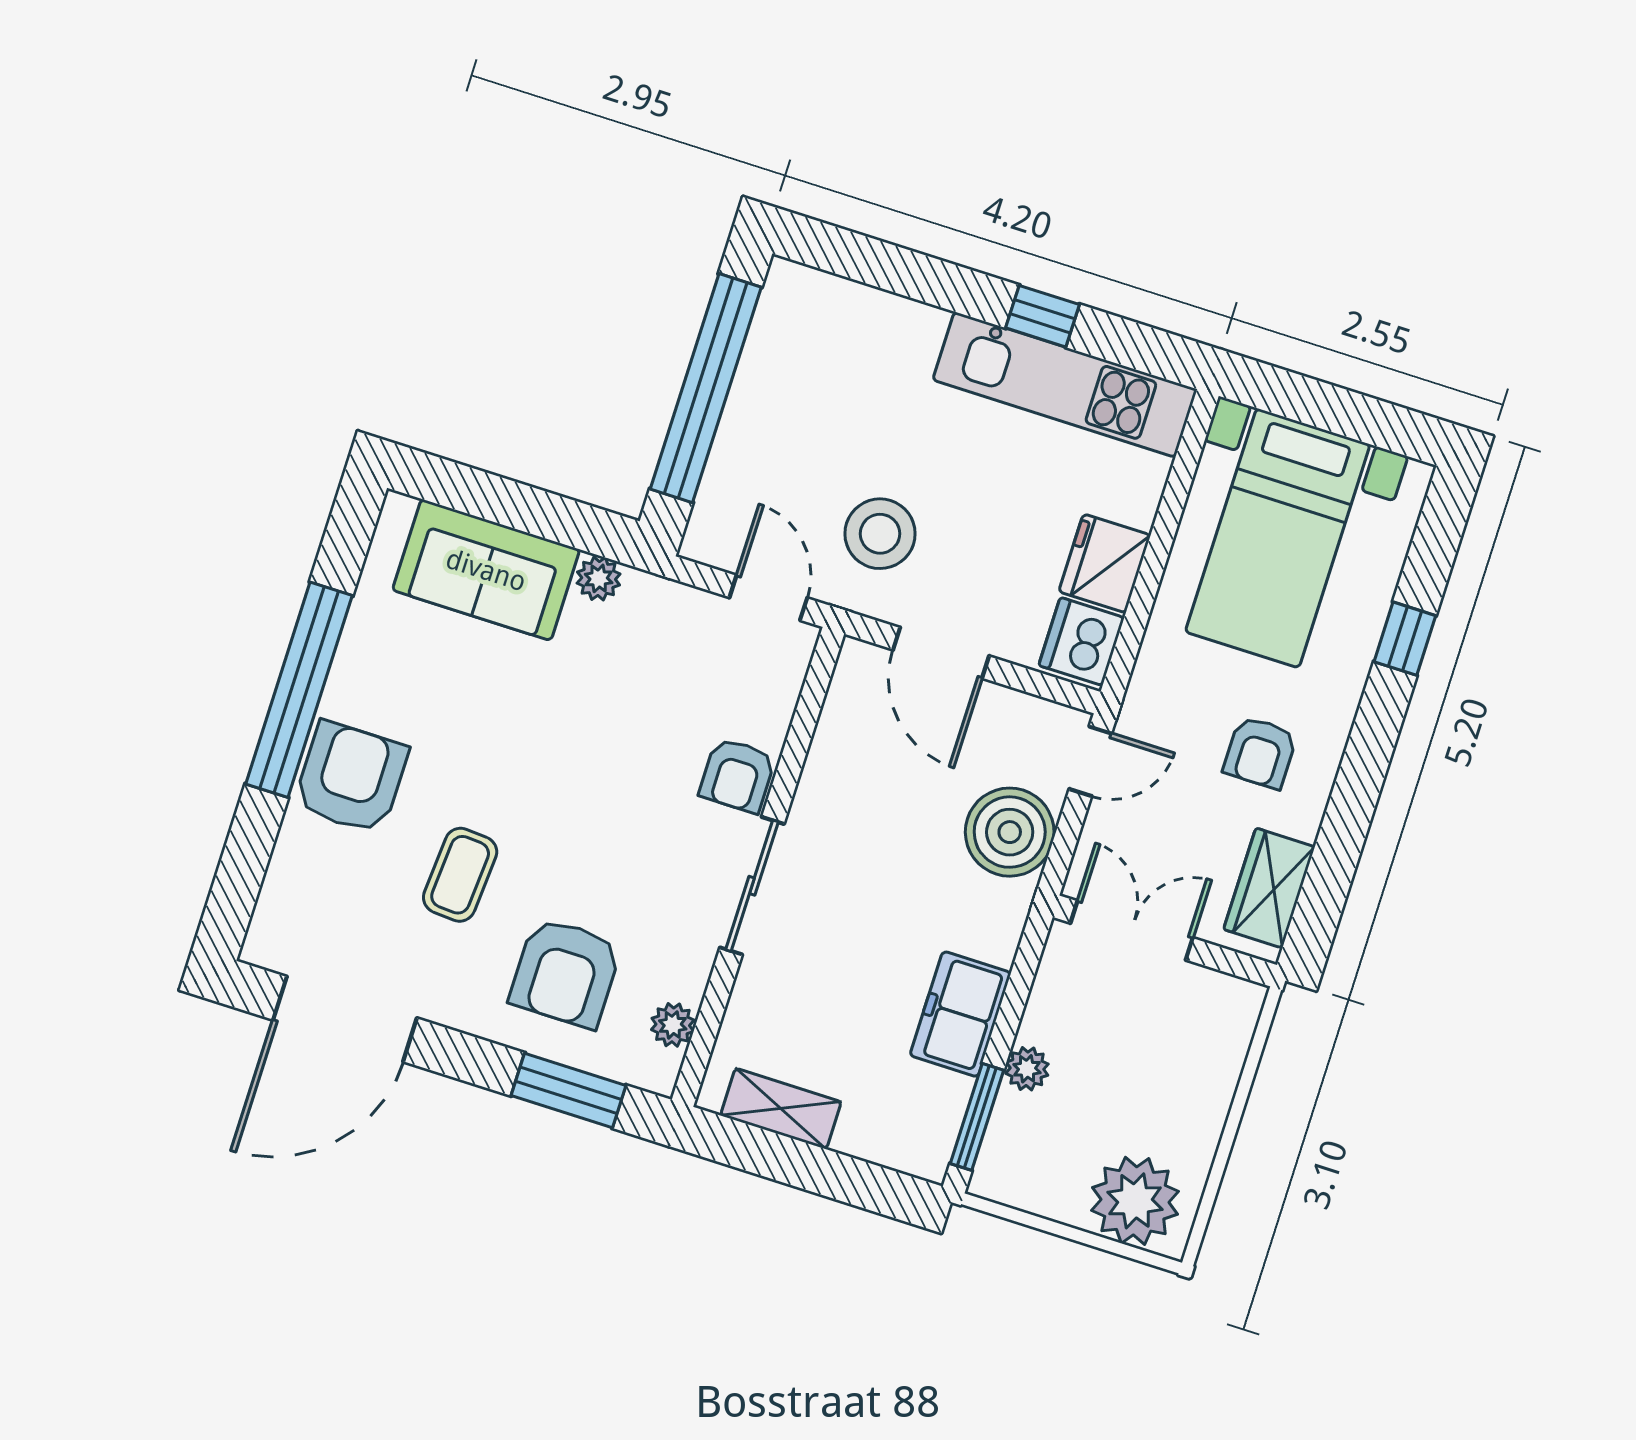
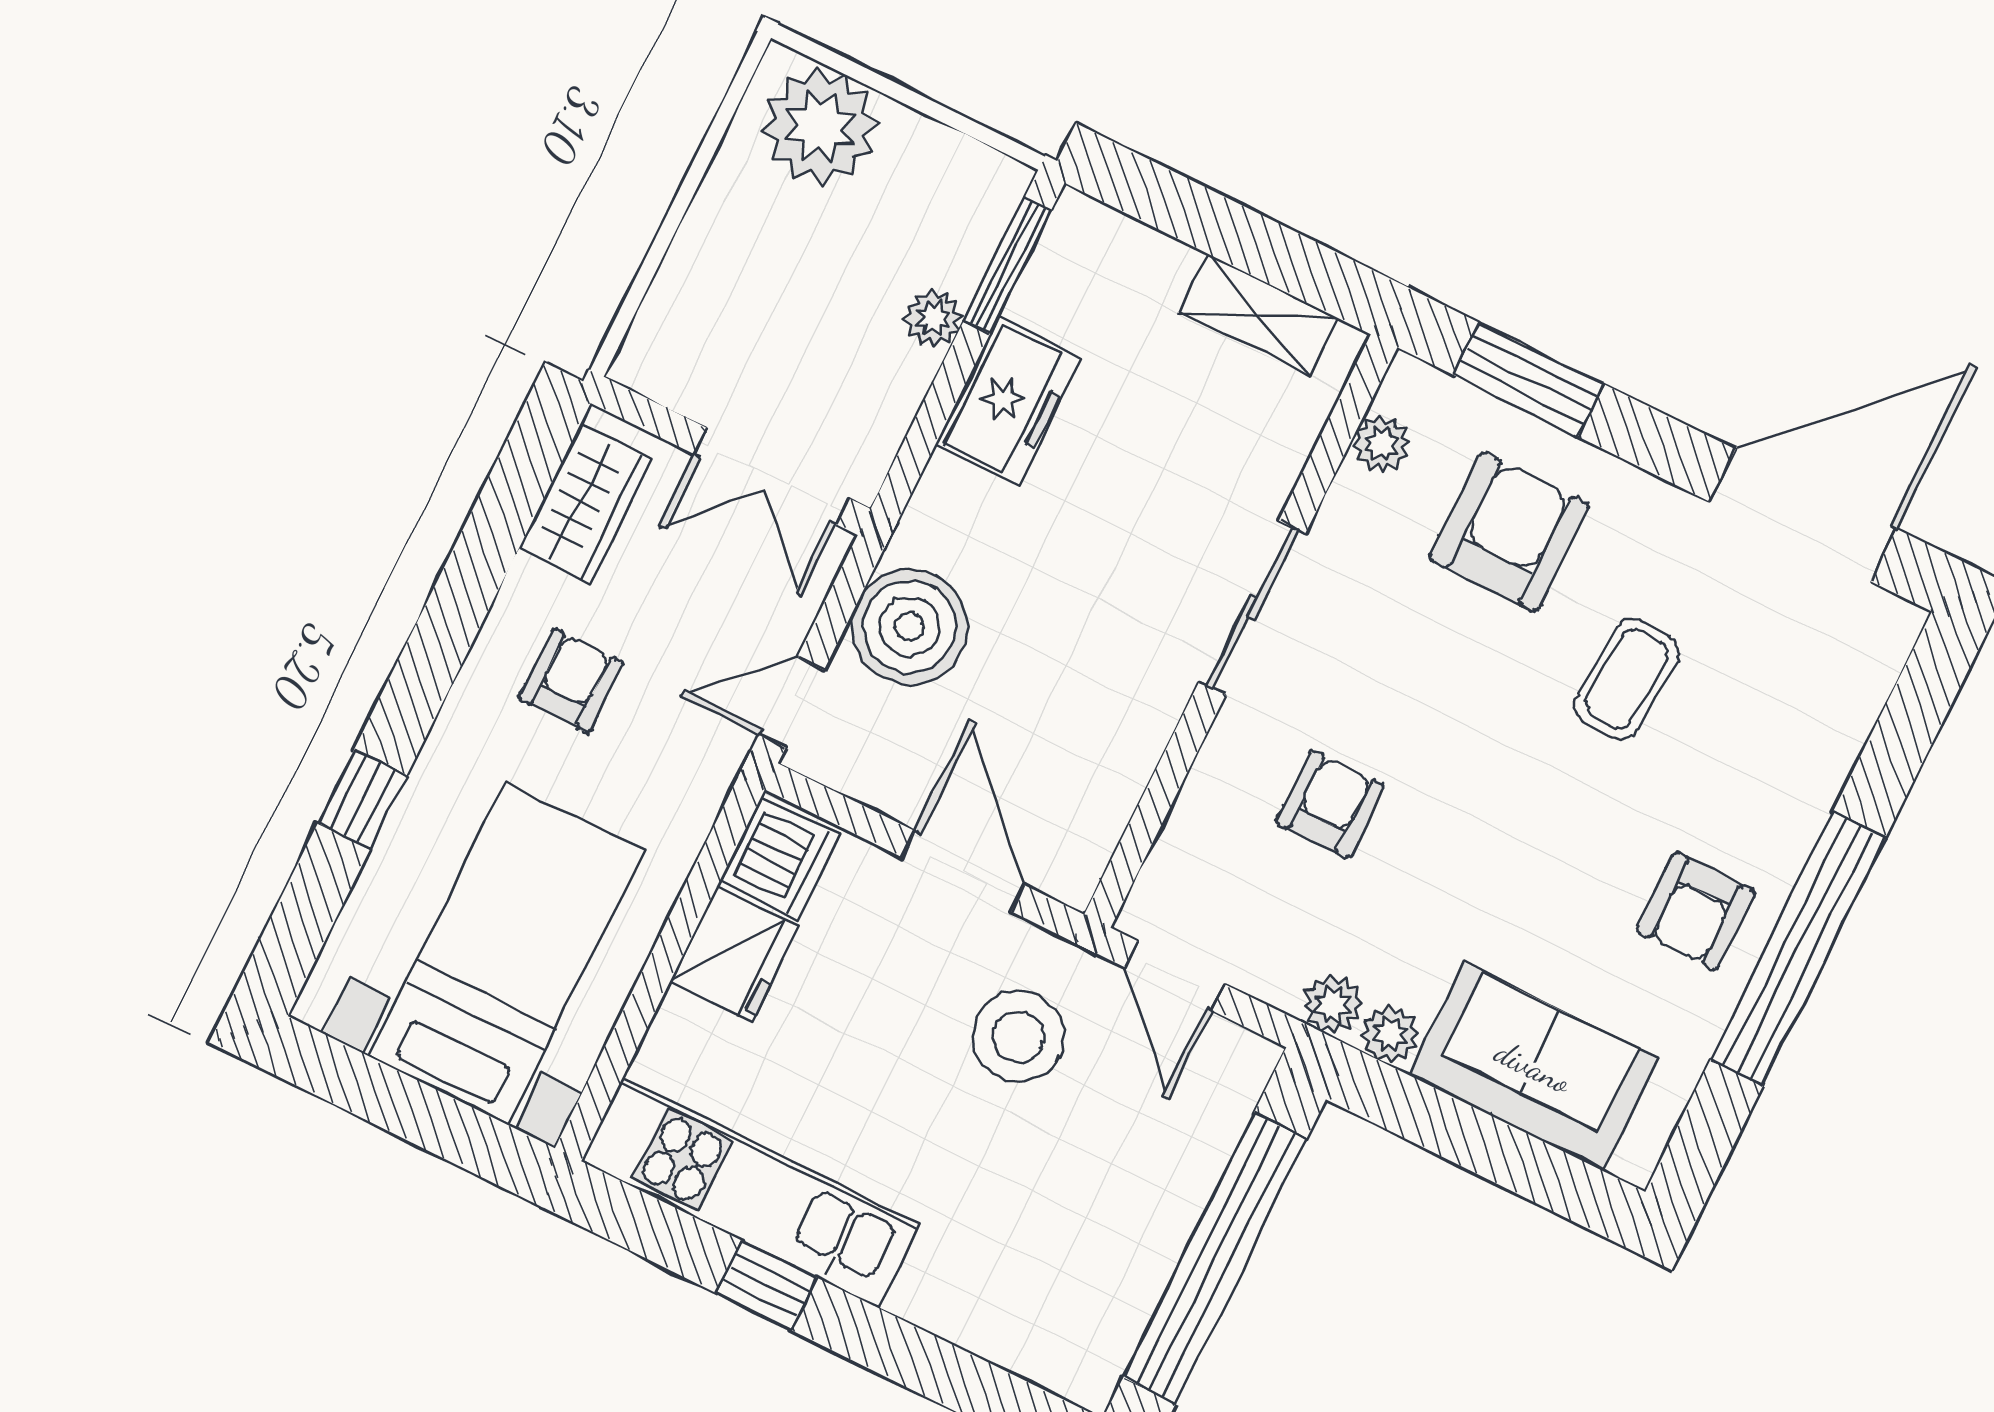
plant: (645, 594) -> (1333, 1005), added
armchair: (737, 775) -> (1330, 804), moved
armchair: (351, 778) -> (1696, 911), moved, width x0.72, depth x0.72

